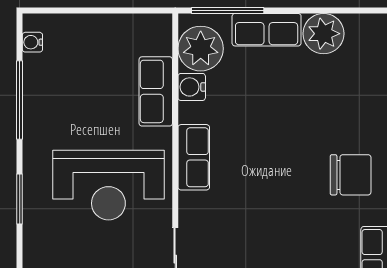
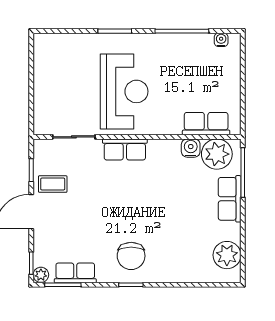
plant: (324, 34) -> (227, 255), moved
row of seats: (156, 91) -> (206, 124), moved
row of seats: (194, 157) -> (125, 149), moved
reception desk: (108, 185) -> (124, 91), turned 180

